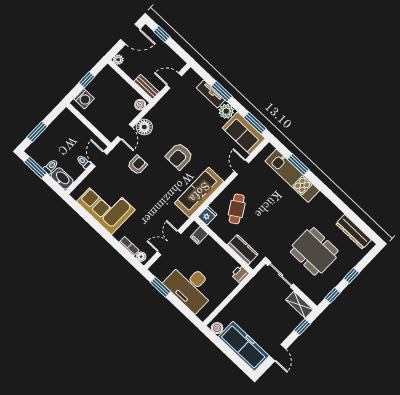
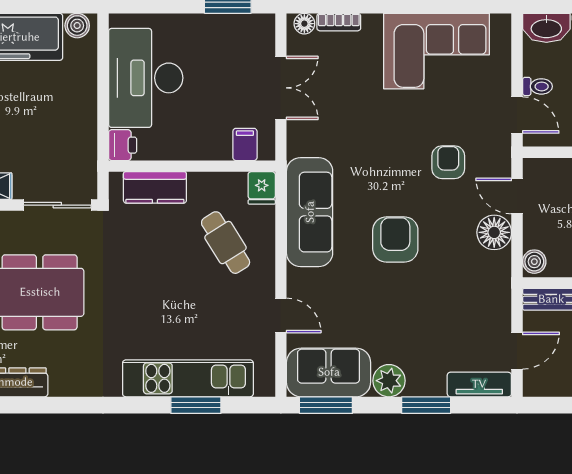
tv unit: (211, 94) -> (479, 384), moved
armchair: (137, 165) -> (448, 162), turned 180
desk: (190, 287) -> (146, 78), moved, turned -90

